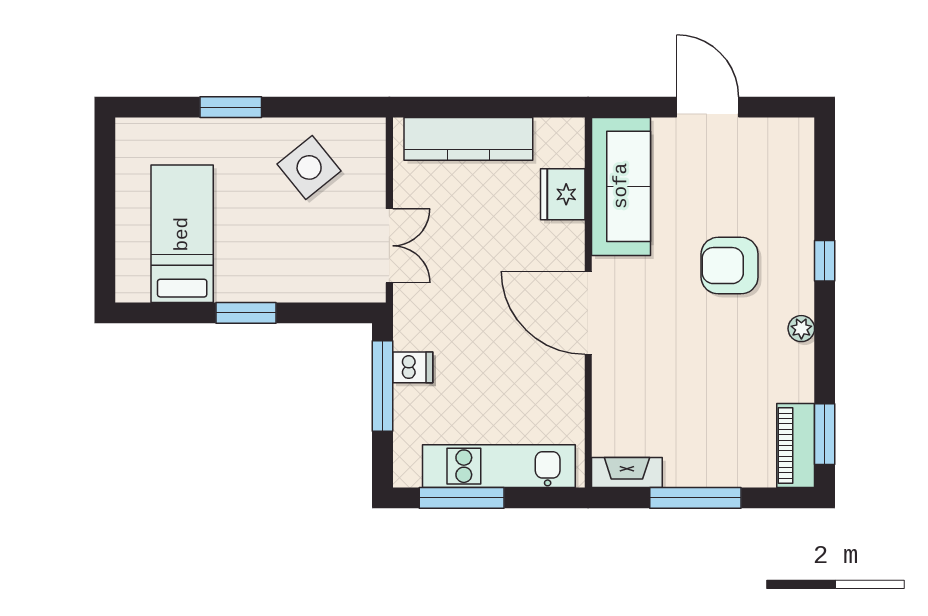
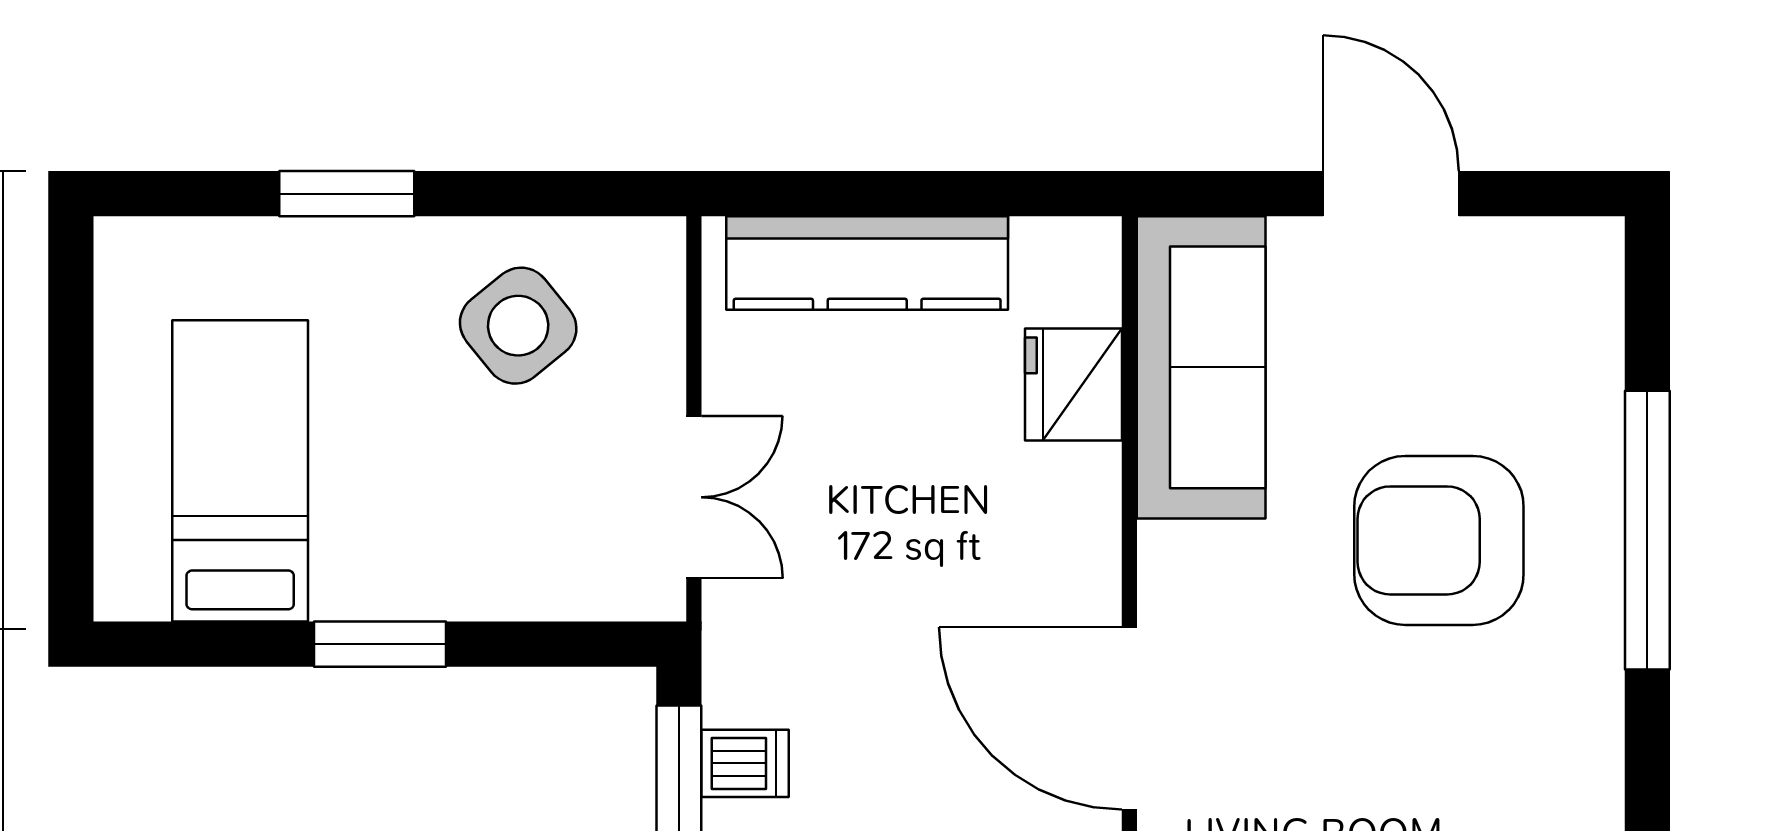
window: (825, 261) -> (1647, 530), width x3.17
armchair: (730, 266) -> (1439, 540), width x1.36, depth x1.36
door: (588, 313) -> (1129, 718), moved
plant: (801, 329) -> (1596, 679), removed

